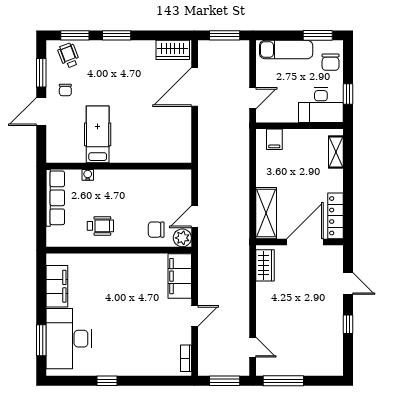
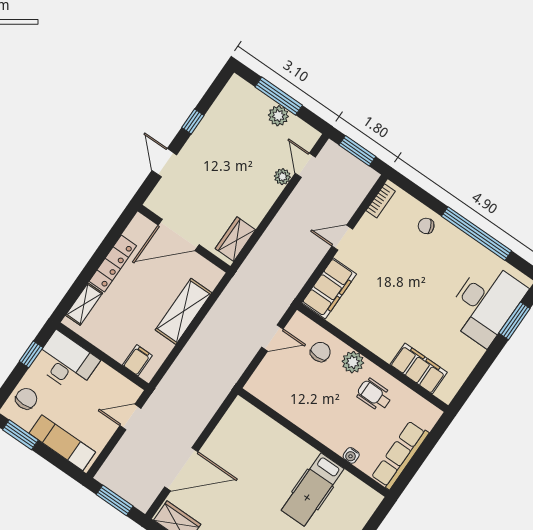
shelving: (266, 213) -> (184, 311), moved
locker: (335, 216) -> (113, 264), moved
chair: (156, 230) -> (320, 352), turned -90
plant: (182, 238) -> (353, 362), moved
filing cabinet: (57, 286) -> (419, 368), moved, turned 90
plant: (263, 329) -> (282, 177), added
chair: (144, 363) -> (426, 226), added
plant: (294, 368) -> (278, 116), added
window: (107, 381) -> (476, 234), width x3.17
window: (283, 381) -> (279, 96), moved

